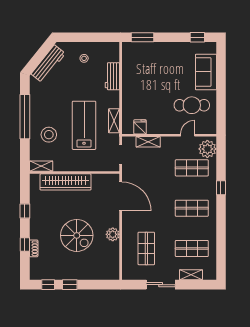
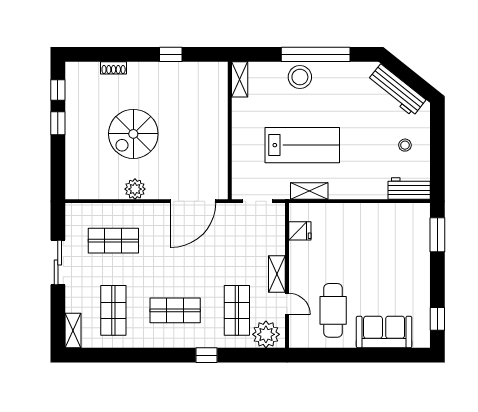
workbench: (112, 76) -> (409, 189), moved
stool: (49, 135) -> (300, 77), moved
shelving: (148, 142) -> (277, 274), moved
wardrobe: (65, 182) -> (215, 117), removed
shop shelf: (192, 208) -> (175, 310), turned 90
window: (25, 245) -> (119, 54), removed
shelving: (191, 275) -> (73, 330), moved

